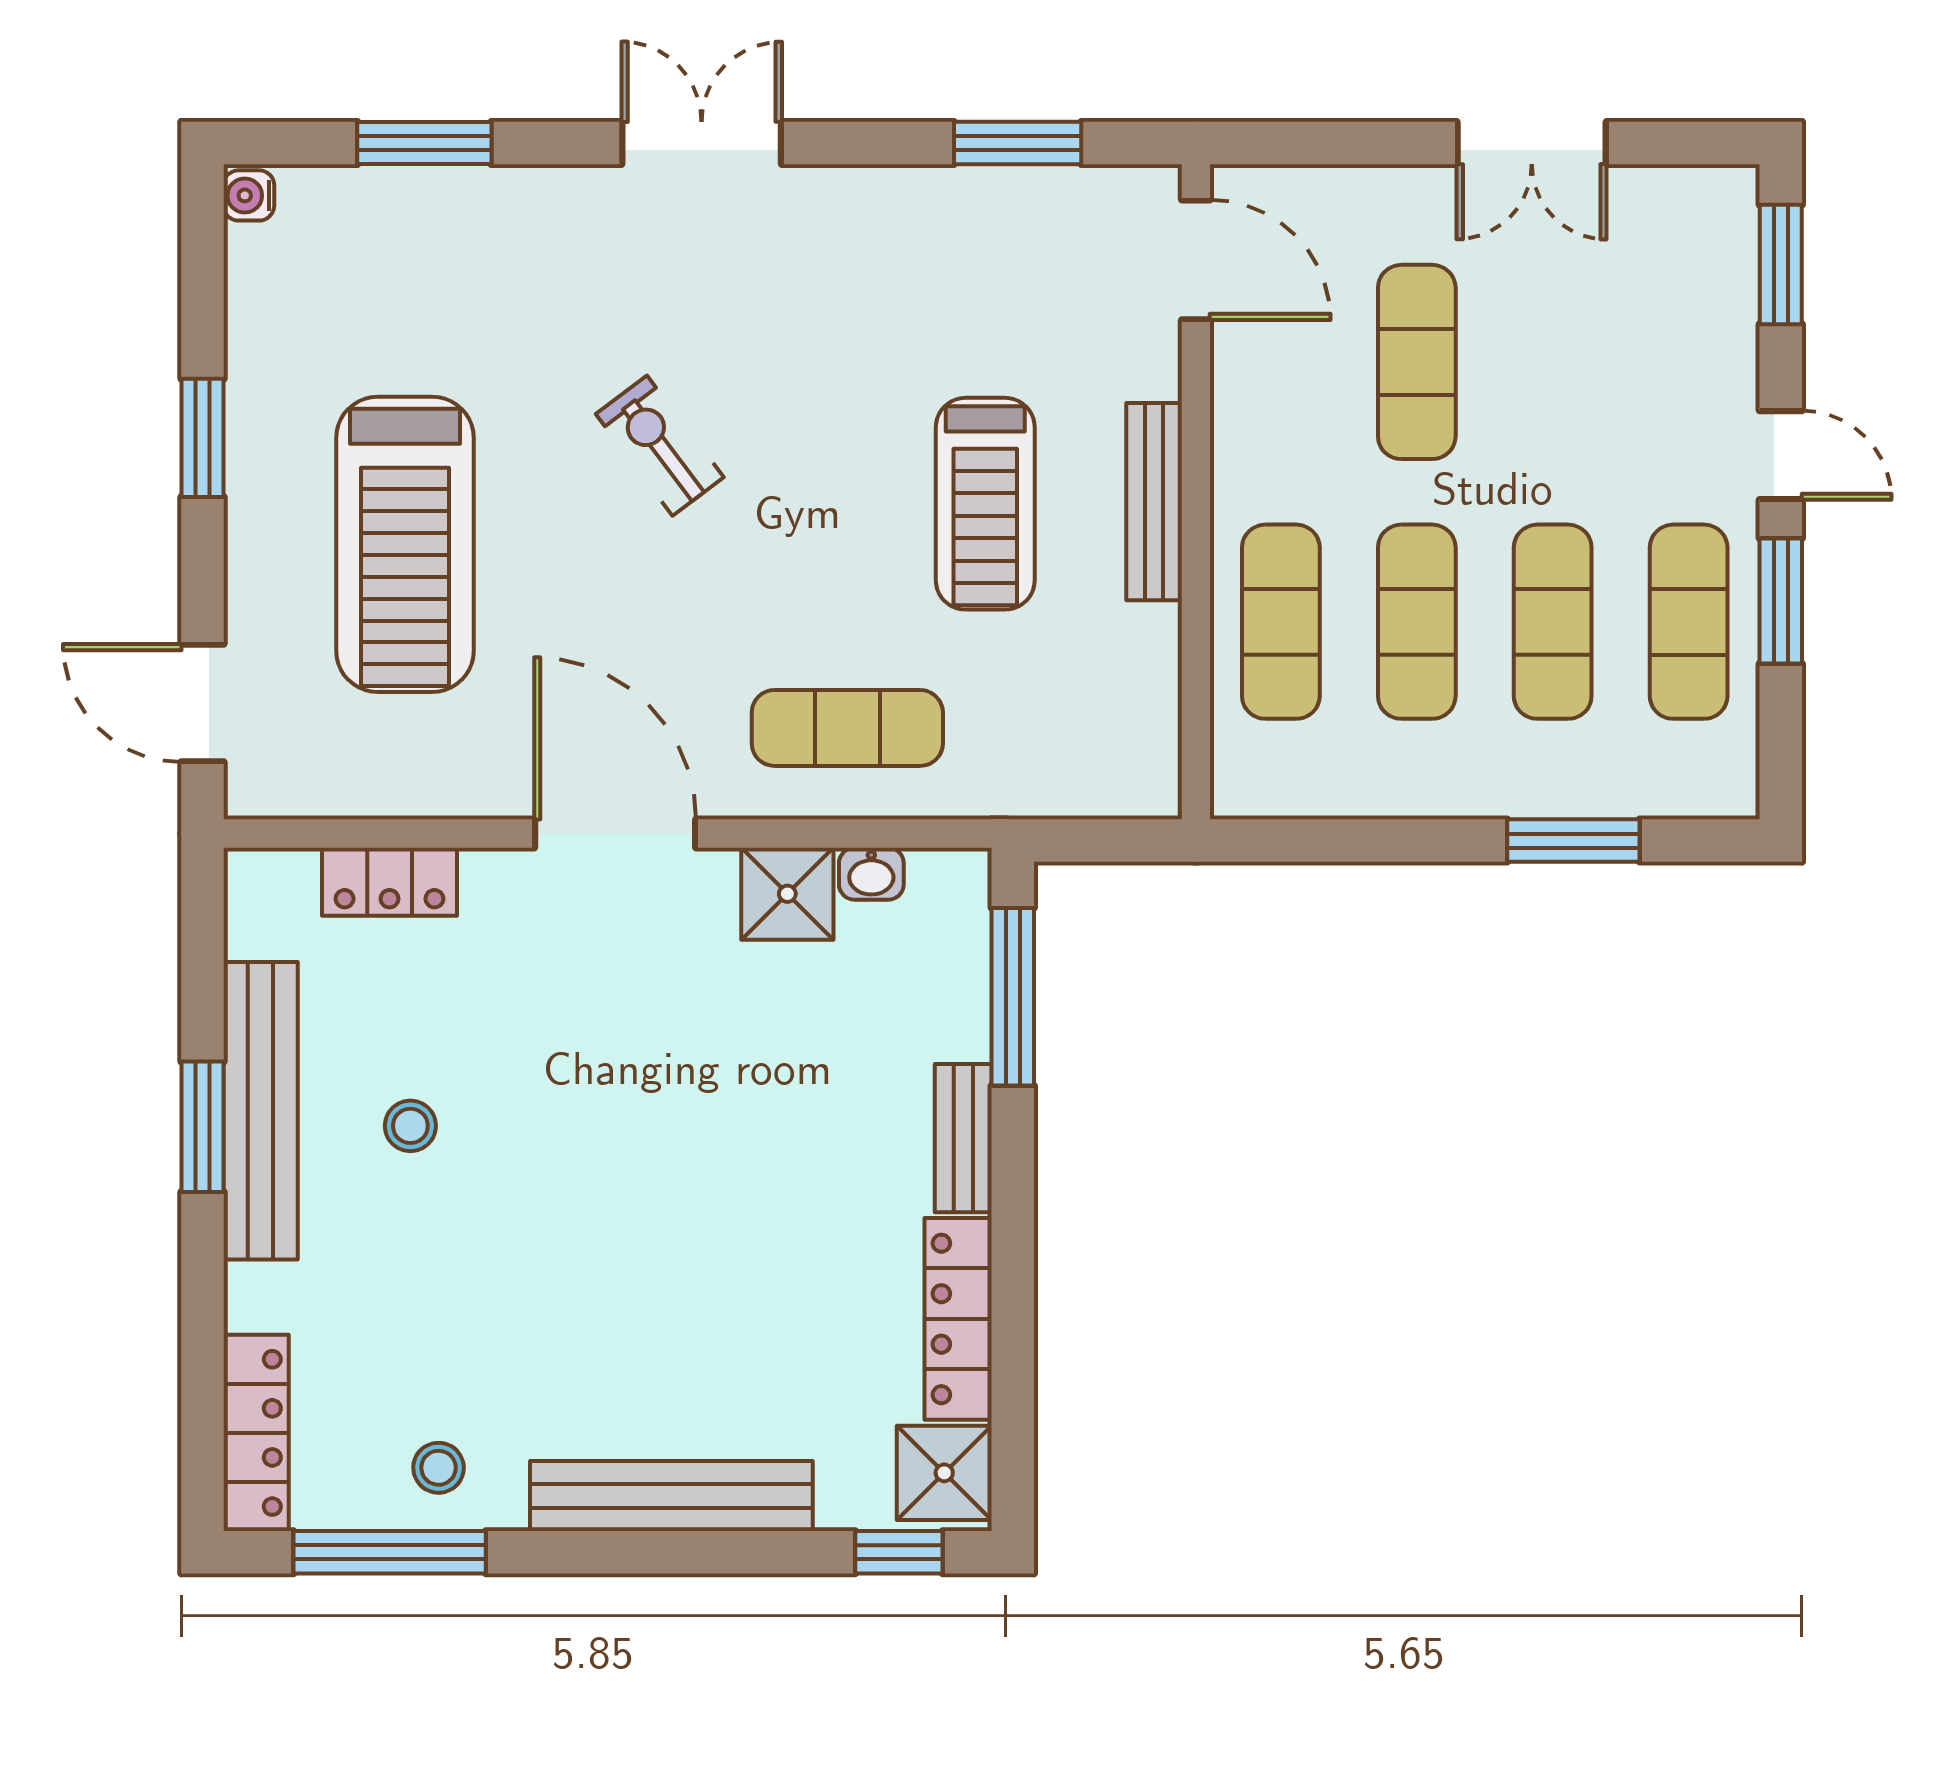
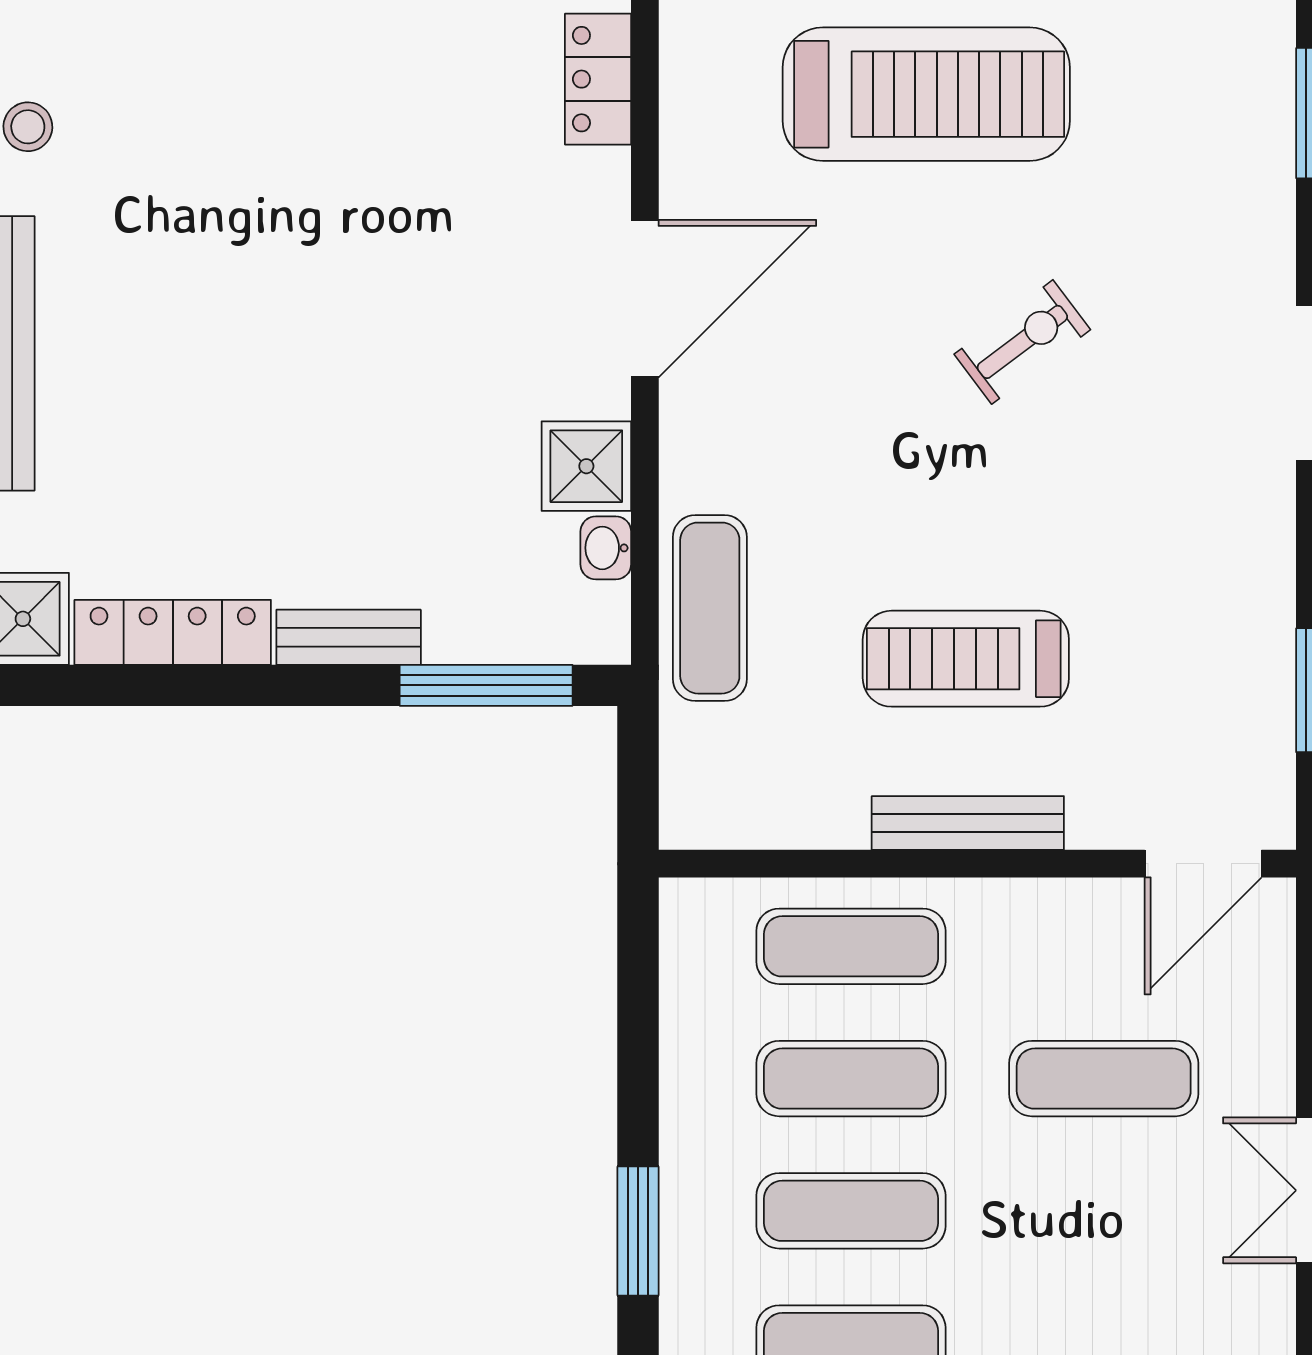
treadmill: (405, 544) -> (926, 94), turned 180
exercise mat: (847, 728) -> (710, 608), moved
stool: (410, 1126) -> (360, 99), removed

